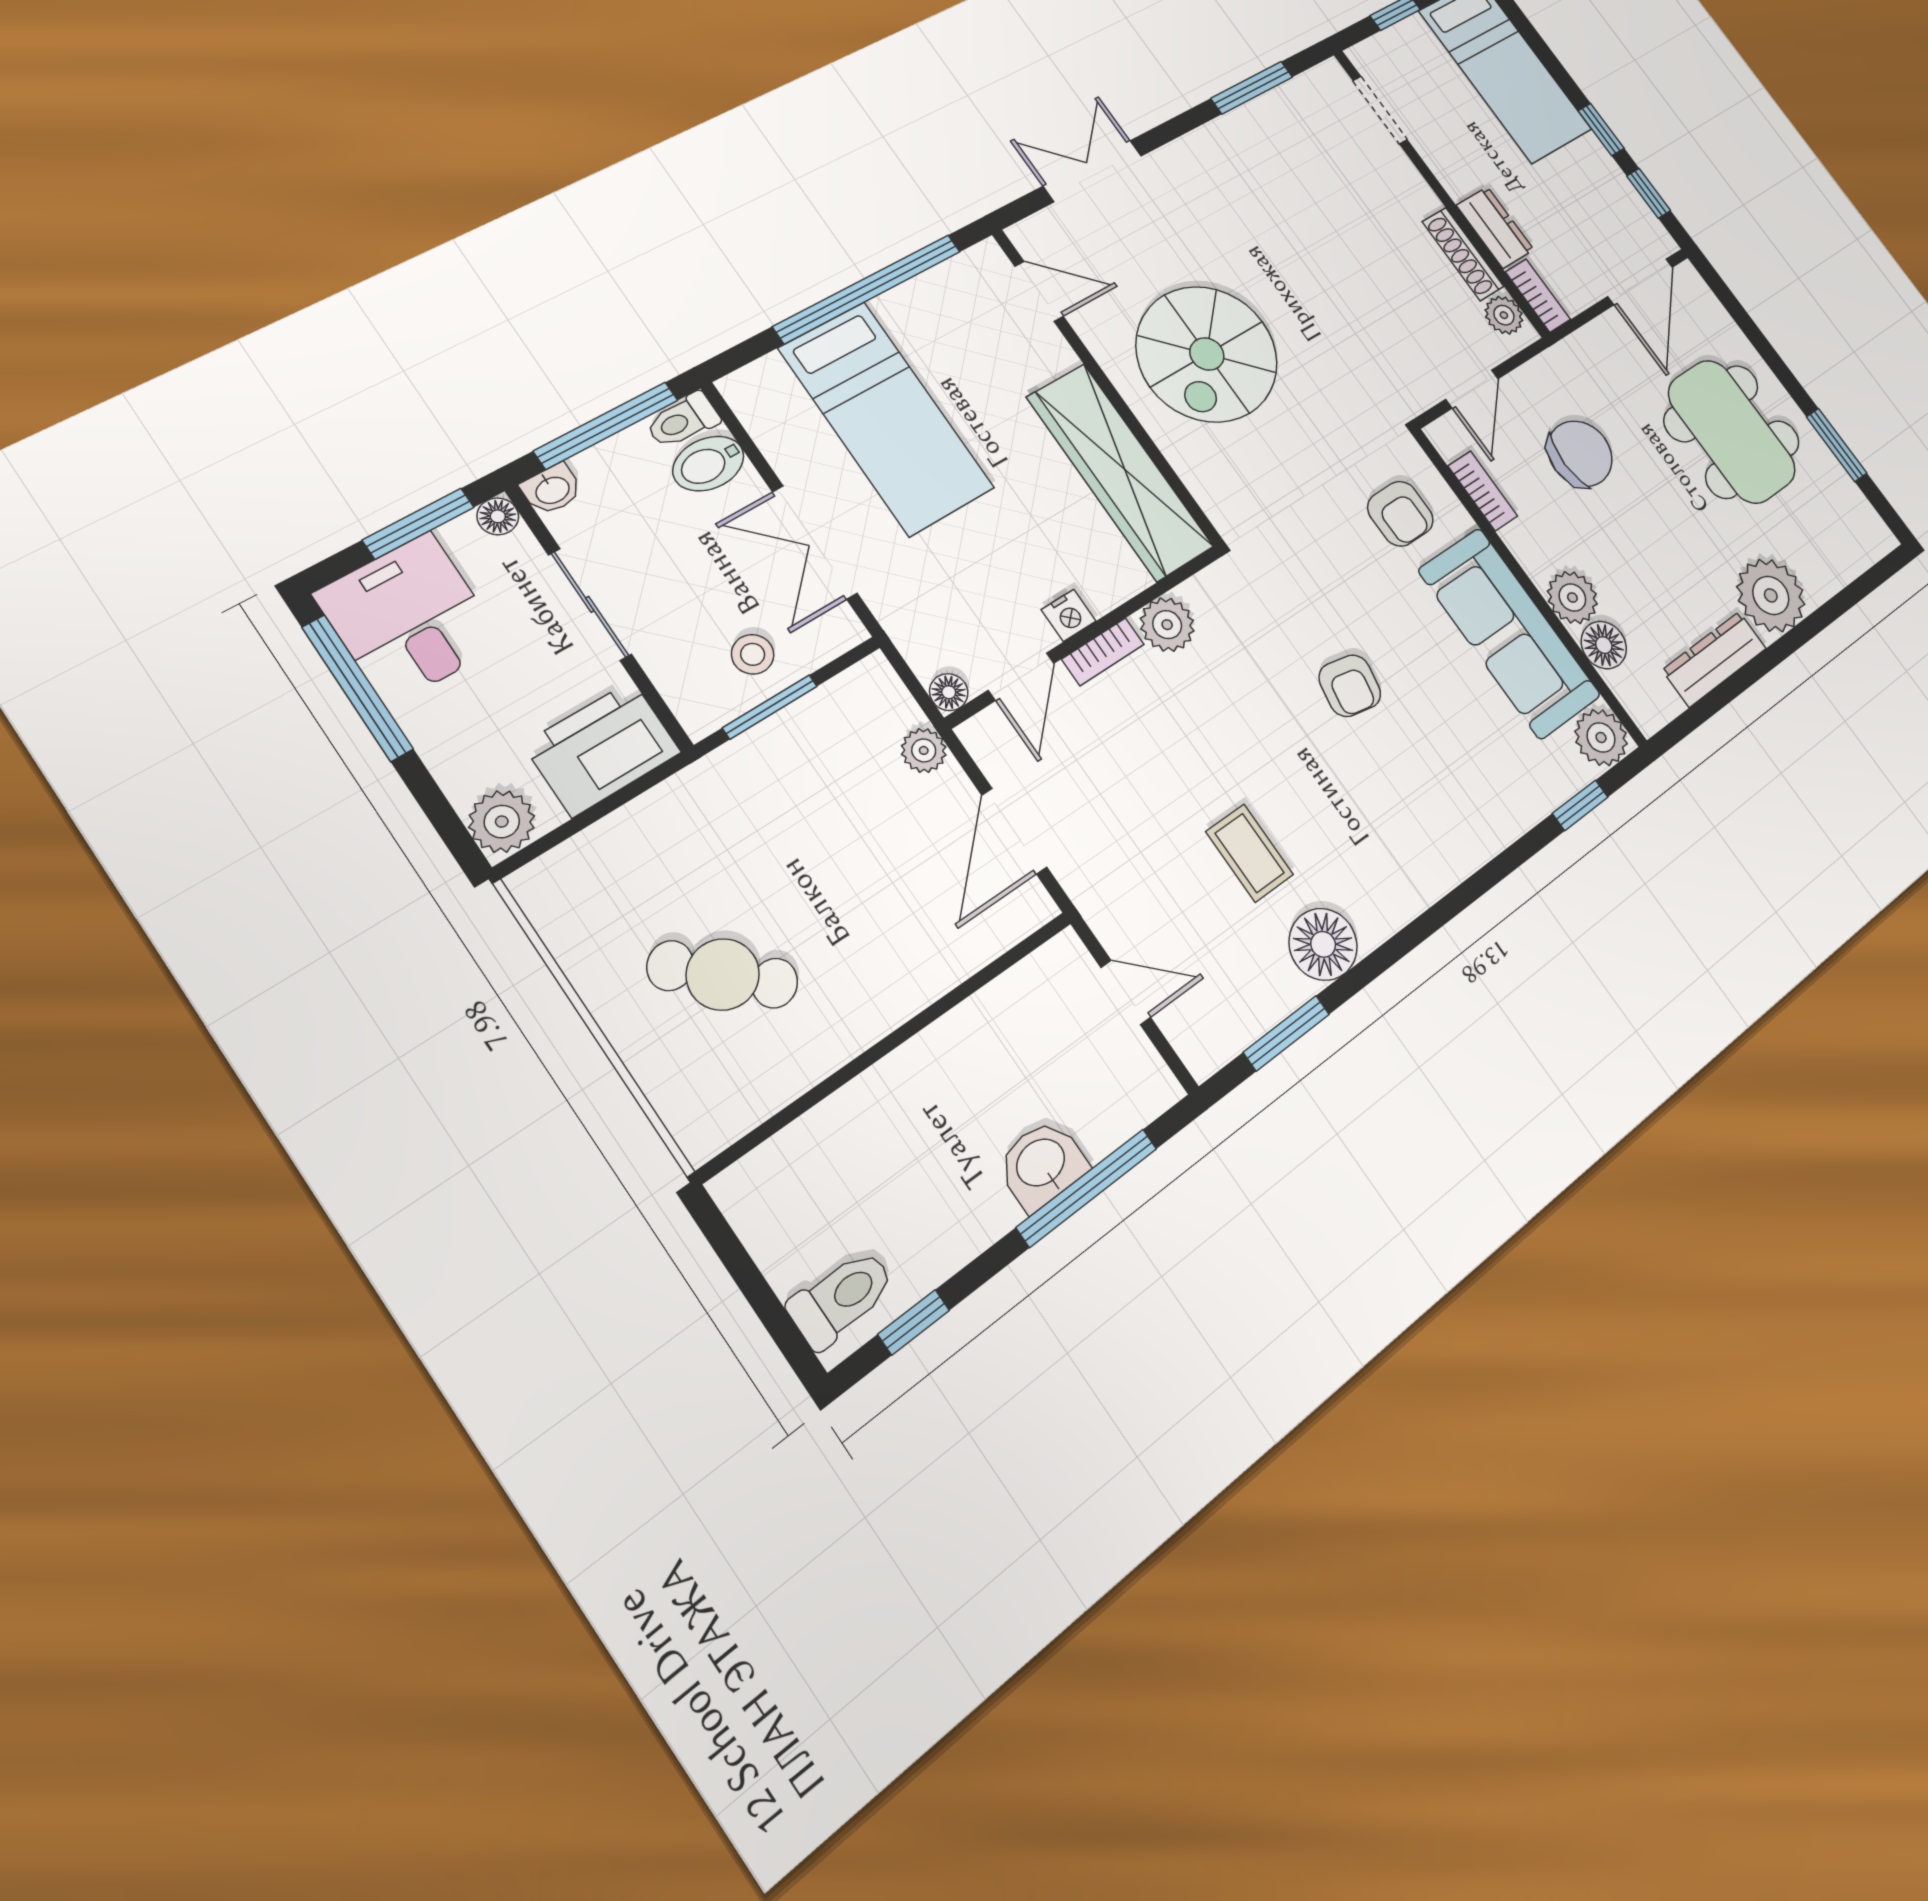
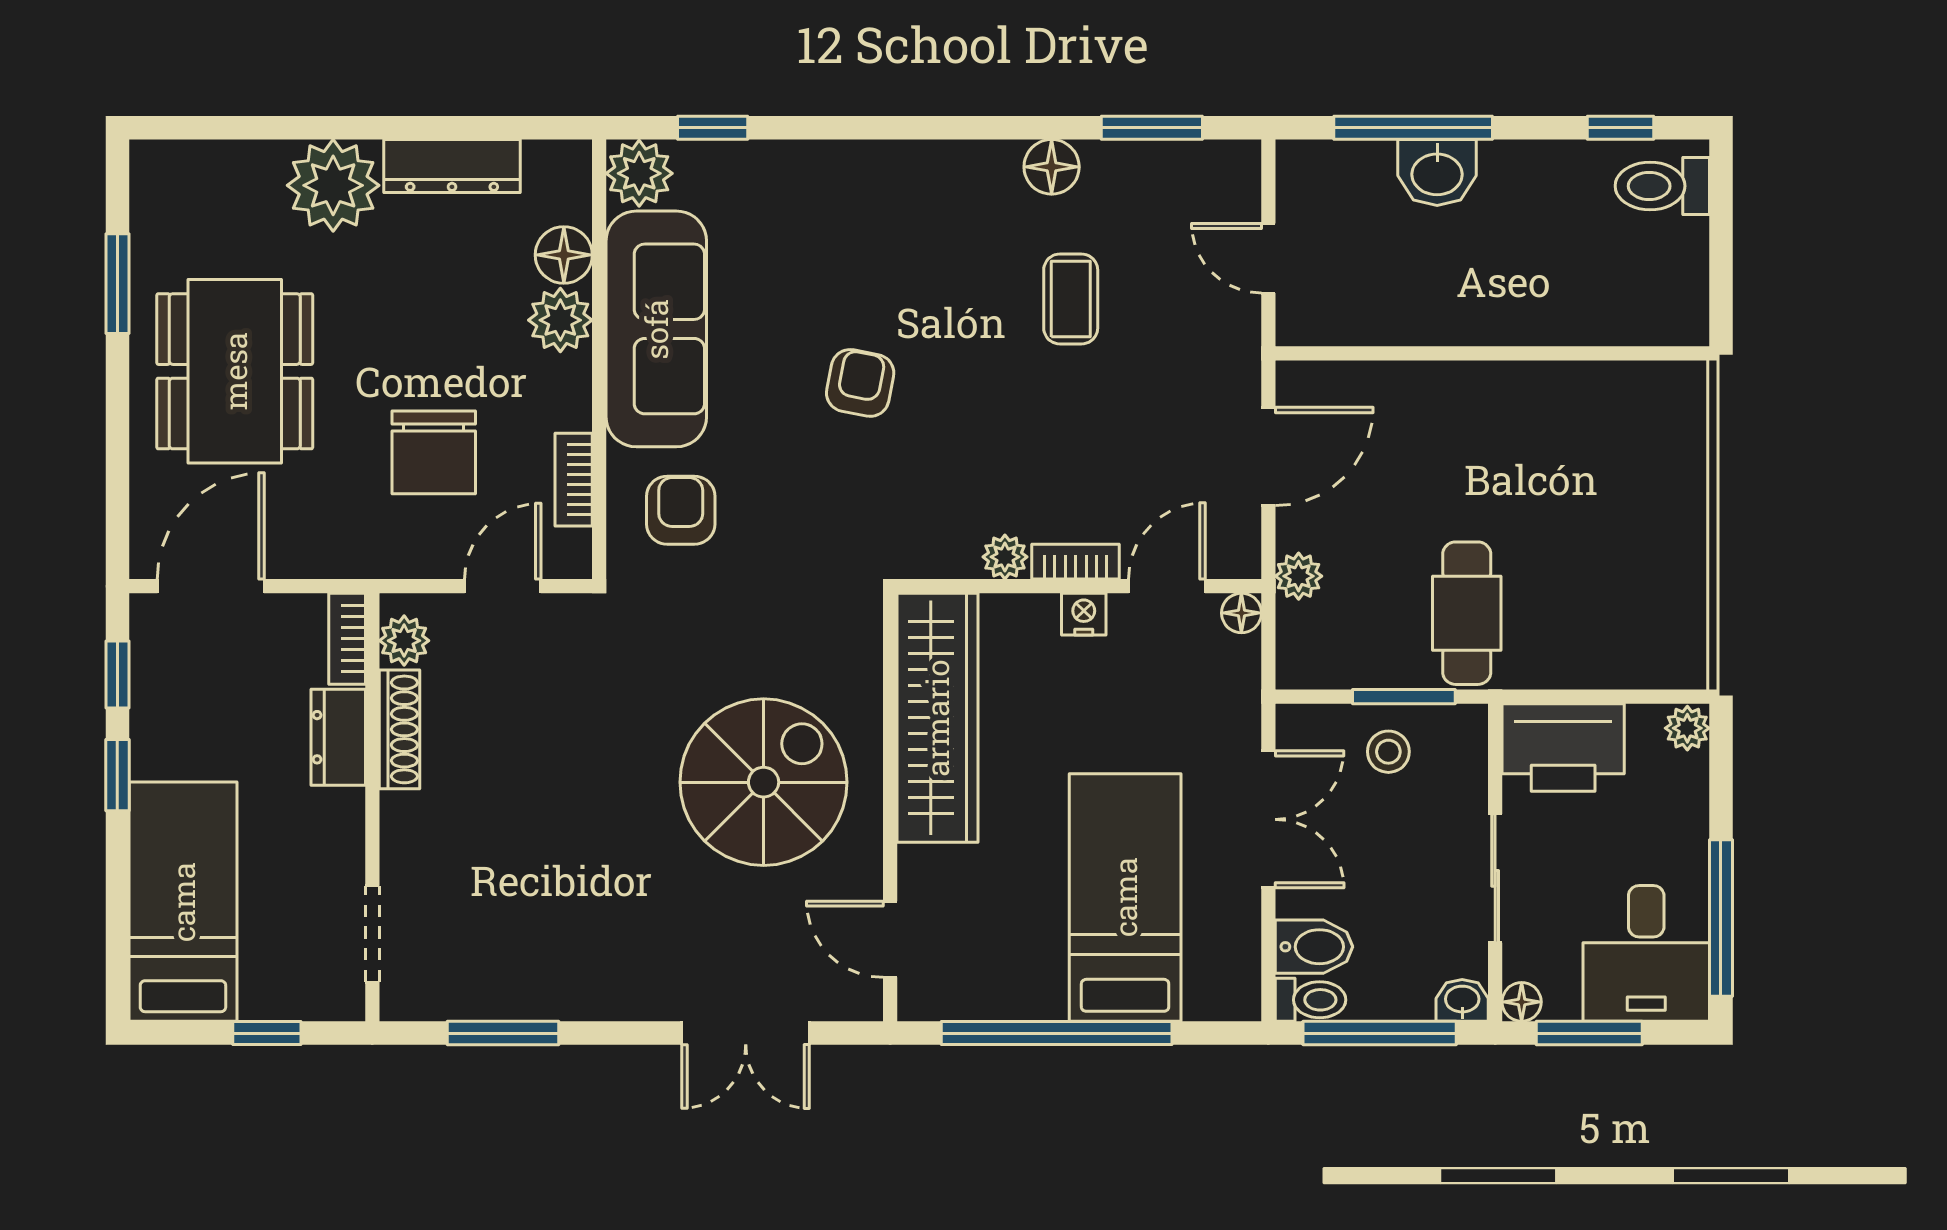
chair: (1580, 454) -> (434, 452), turned -90
plant: (1167, 625) -> (1005, 557), width x0.73, depth x0.73
plant: (502, 822) -> (1687, 728), width x0.73, depth x0.73
floor lamp: (1323, 944) -> (1052, 167), width x0.73, depth x0.73
cafe table: (723, 974) -> (1467, 613), moved, turned 46

